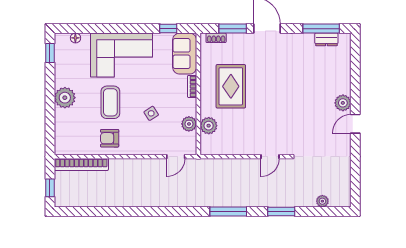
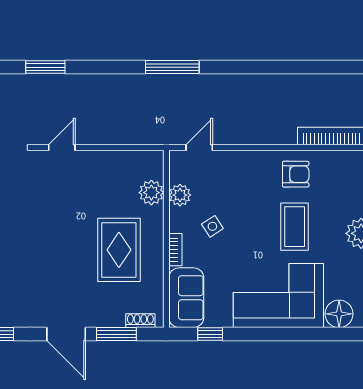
floor lamp: (75, 38) -> (339, 314), width x1.89, depth x1.89
side table: (151, 113) -> (212, 226), moved
window: (228, 212) -> (172, 67), moved

